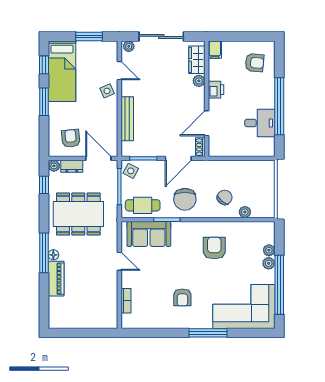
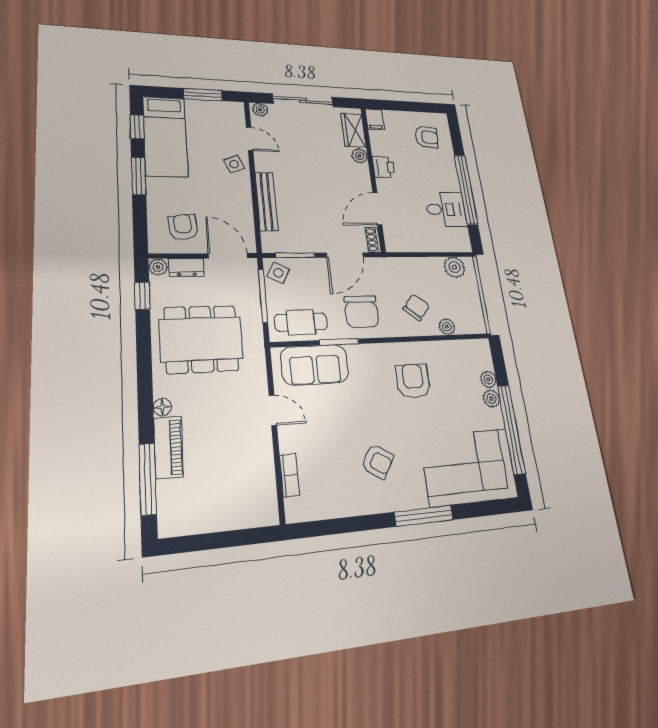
plant: (259, 168) -> (454, 267), added
window: (44, 253) -> (148, 479), moved
armchair: (182, 297) -> (377, 461), turned -58

